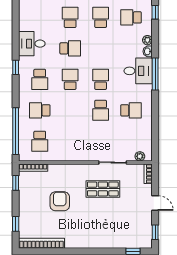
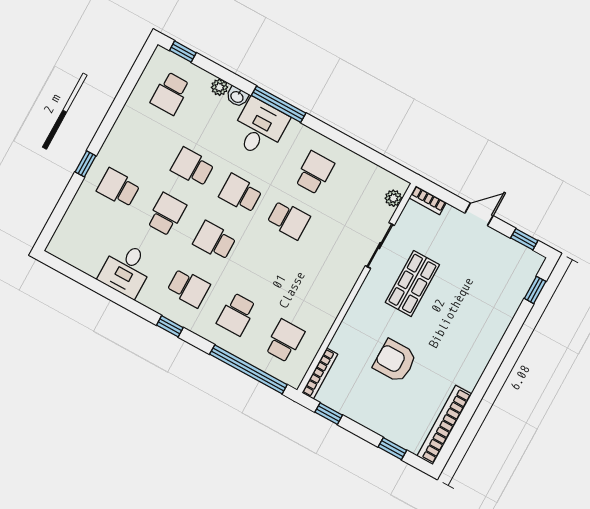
school desk: (101, 17) -> (192, 167), moved
window: (16, 67) -> (170, 326), moved
school desk: (40, 141) -> (285, 341), turned -90

